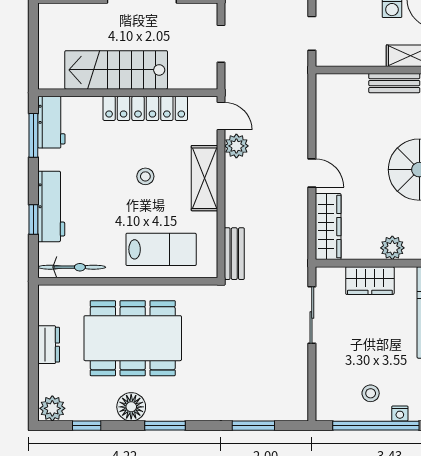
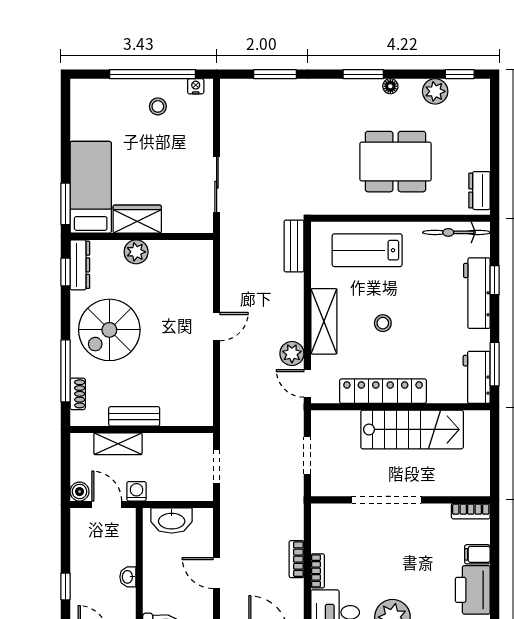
door: (312, 173) -> (217, 327), swing flipped
wardrobe: (328, 227) -> (200, 273), removed
wardrobe: (370, 281) -> (137, 219), moved
dining table: (133, 338) -> (396, 162), width x0.73, depth x0.80
dresser: (49, 345) -> (479, 191), moved
floor lamp: (131, 407) -> (390, 86), width x0.53, depth x0.53
plant: (52, 408) -> (435, 91), moved
nightstand: (400, 413) -> (196, 86), moved
window: (87, 426) -> (460, 74), moved

